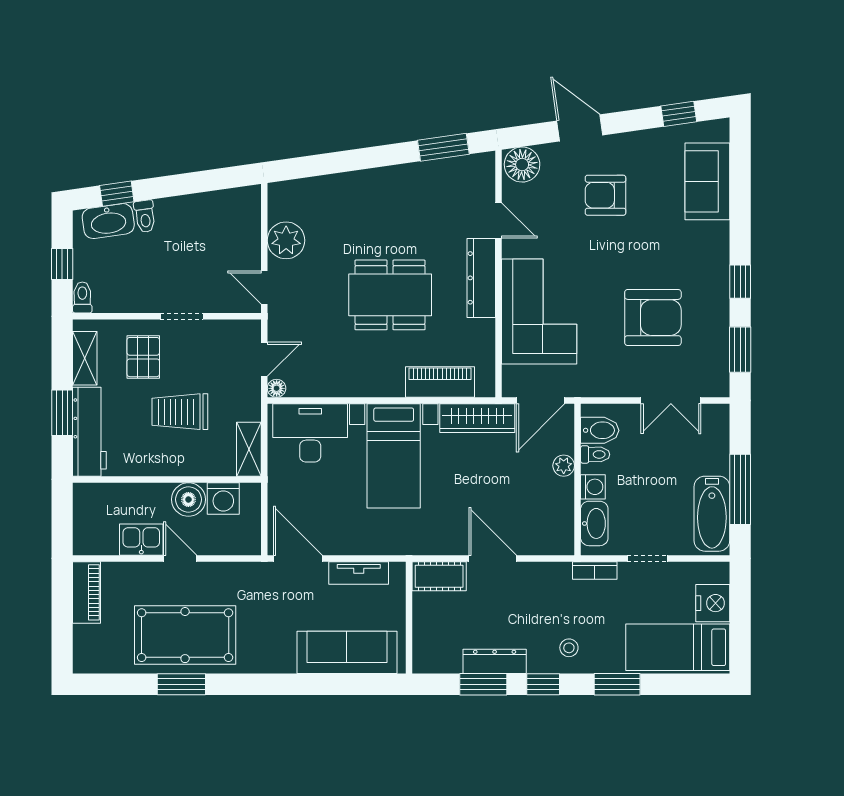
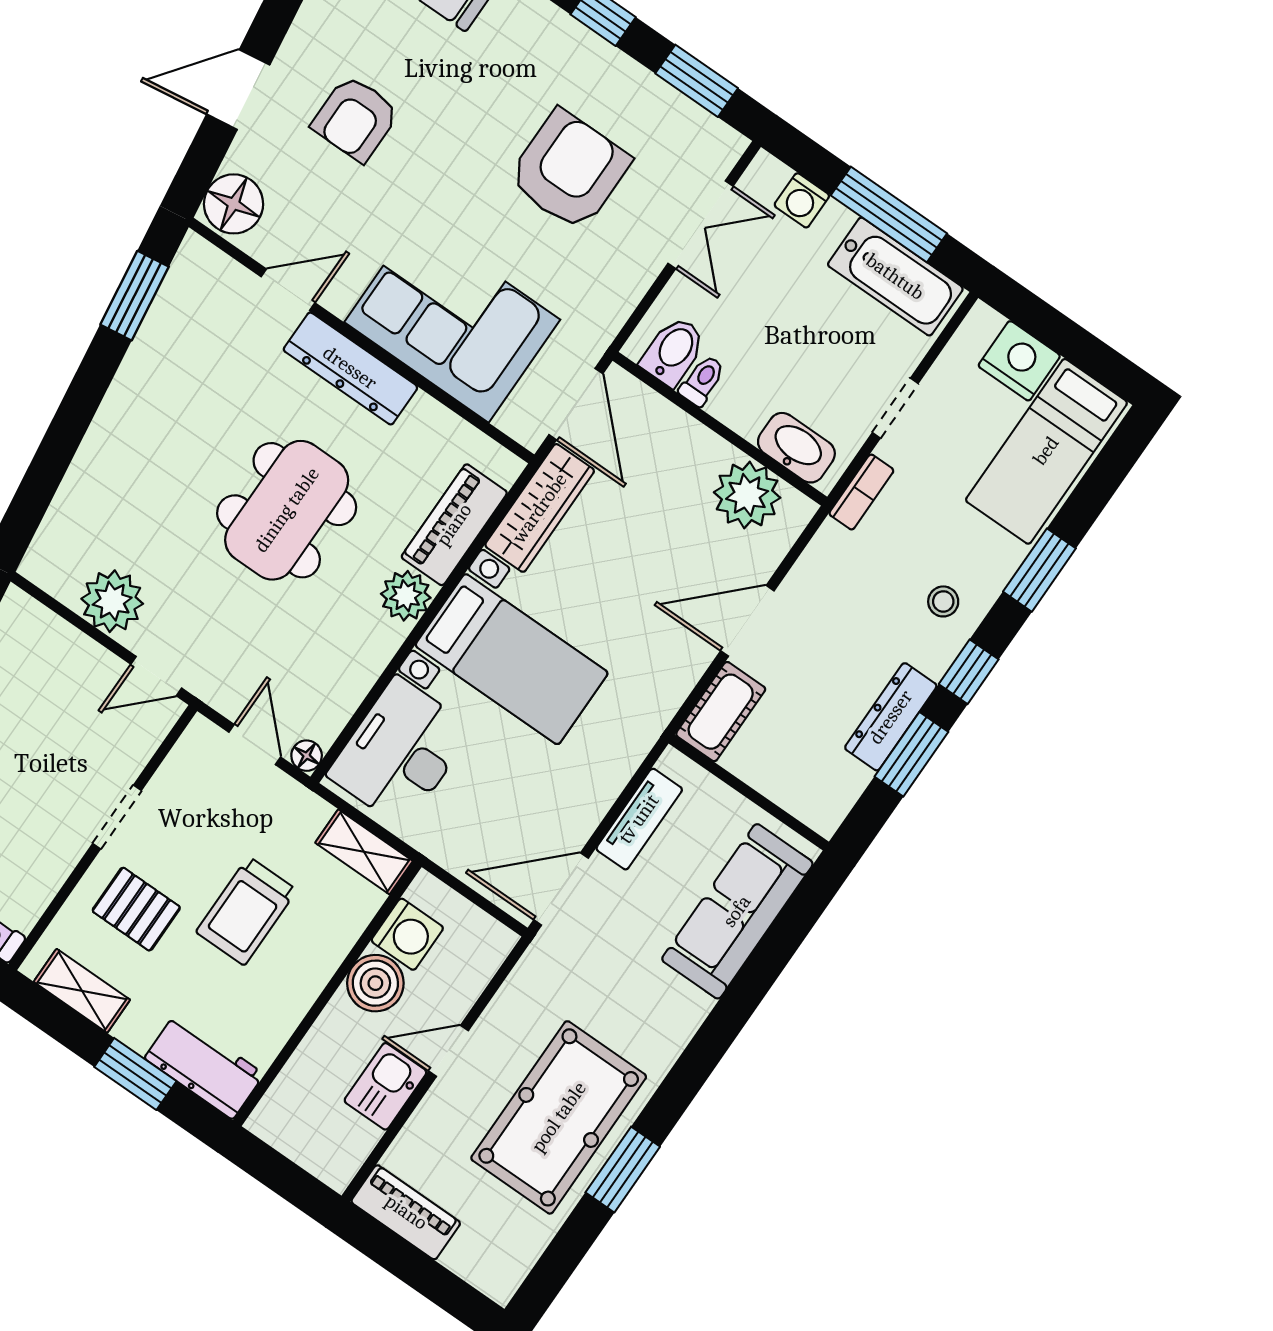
plant: (389, 382) -> (406, 596), added
workbench: (89, 432) -> (204, 1066), width x0.73
plant: (564, 466) -> (747, 495), moved, width x1.88, depth x1.88
washing machine: (593, 487) -> (802, 200), moved, turned 180

